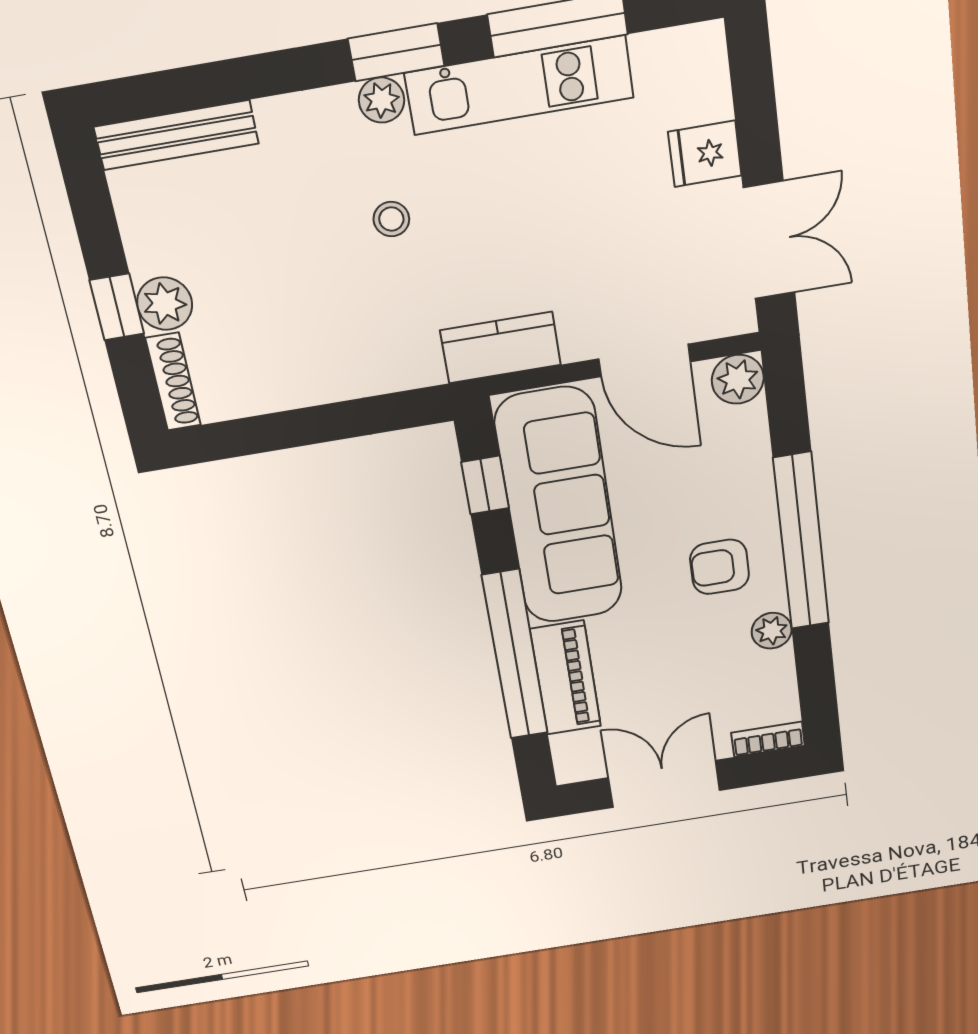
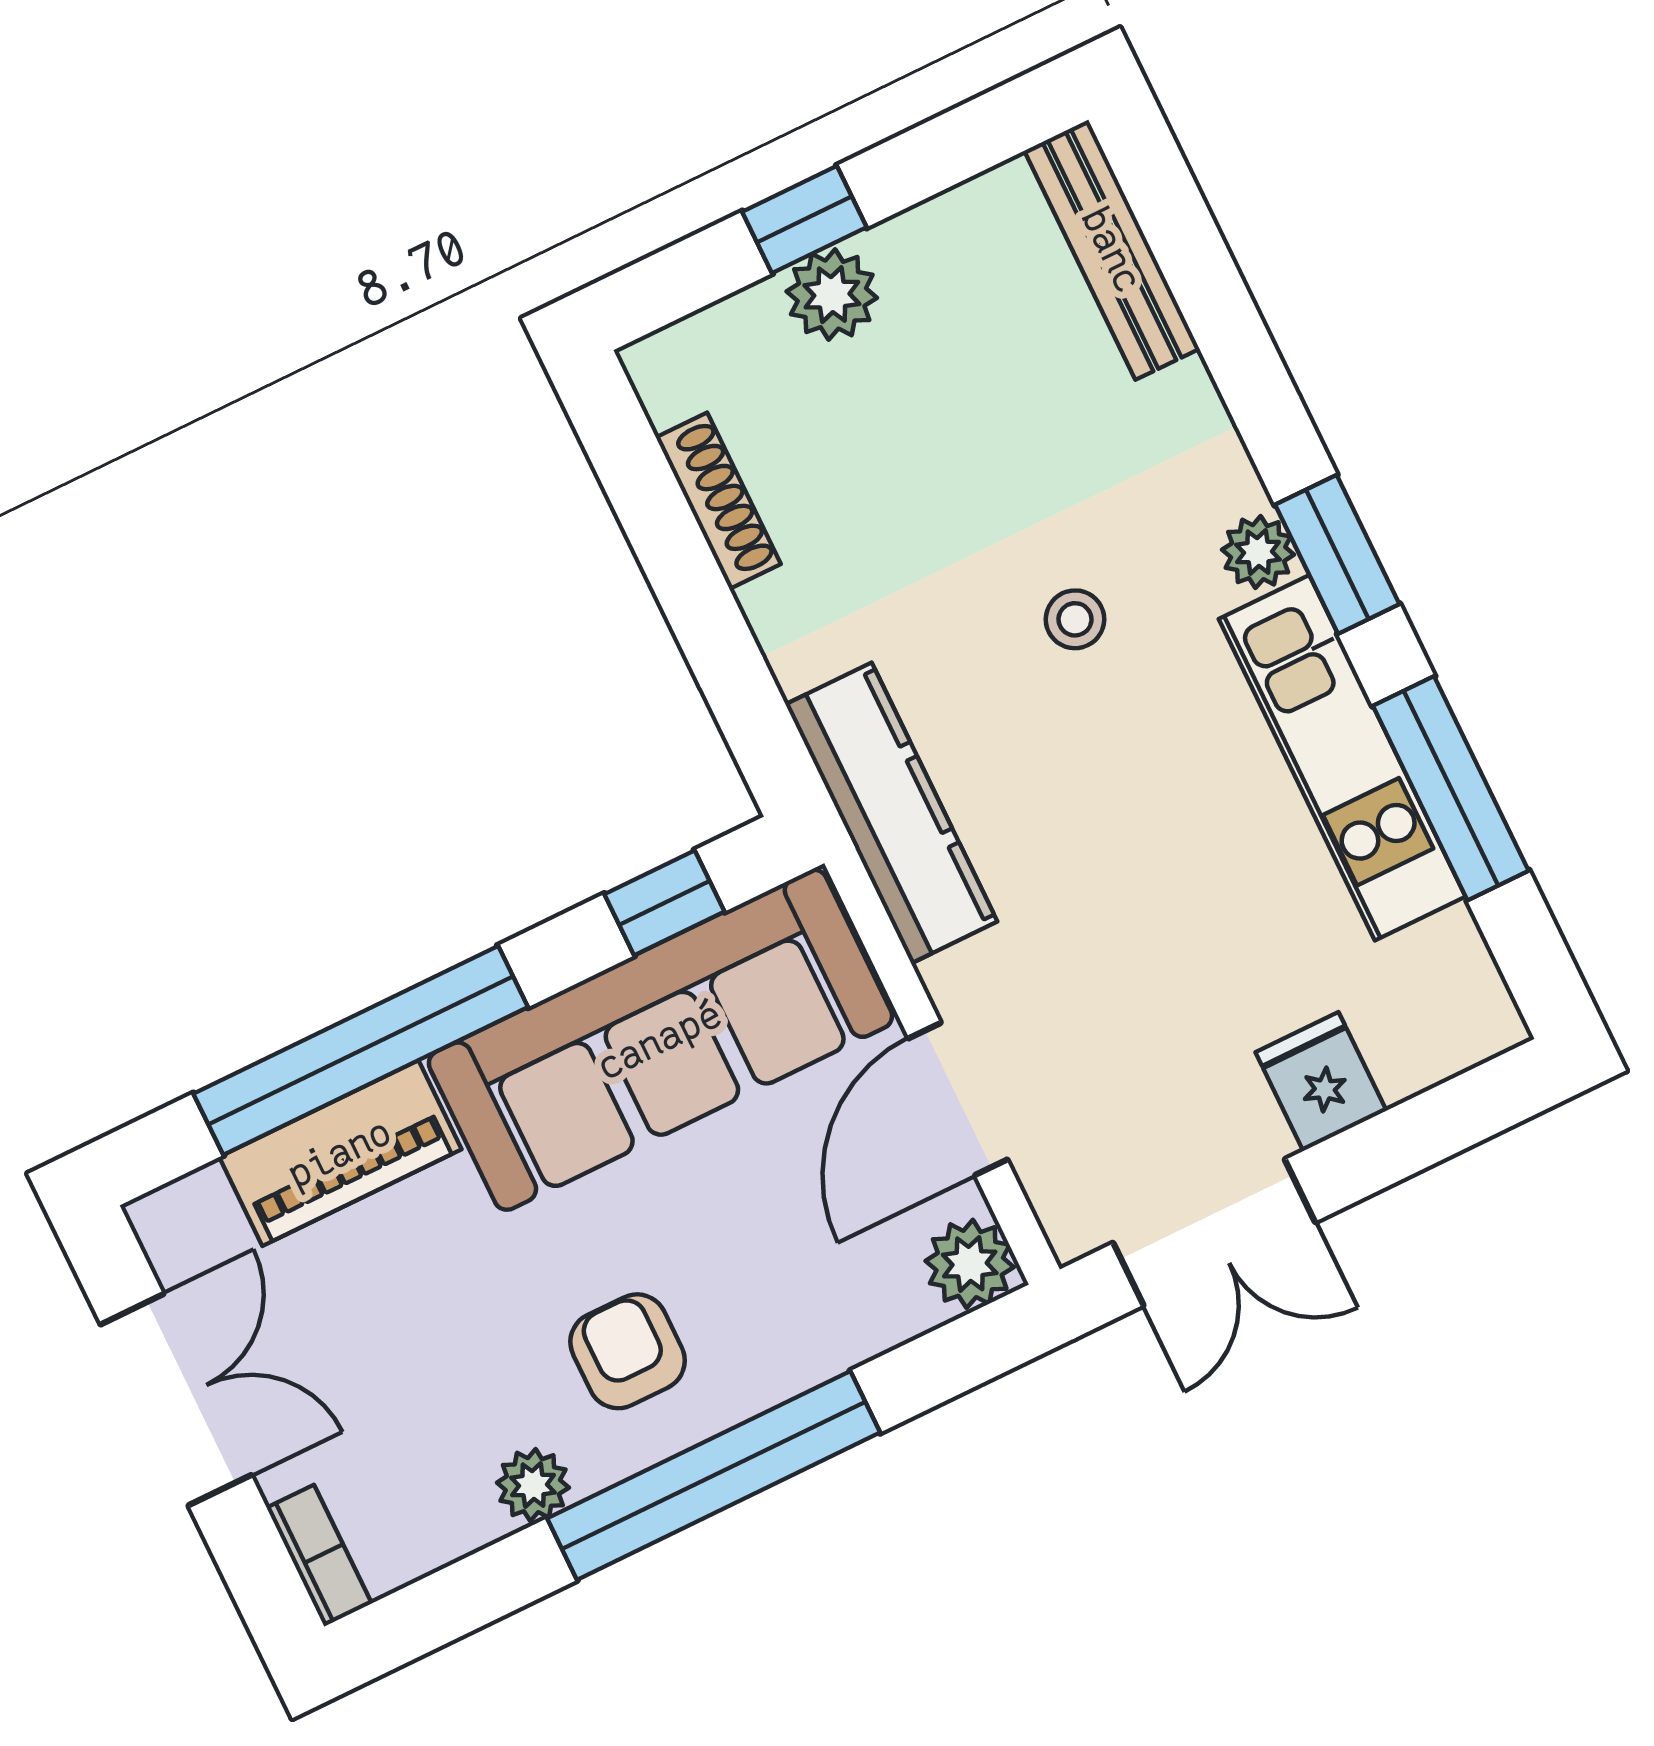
kitchen counter: (500, 348) -> (891, 813), width x1.50
shoe rack: (173, 382) -> (718, 501), moved, turned -90

